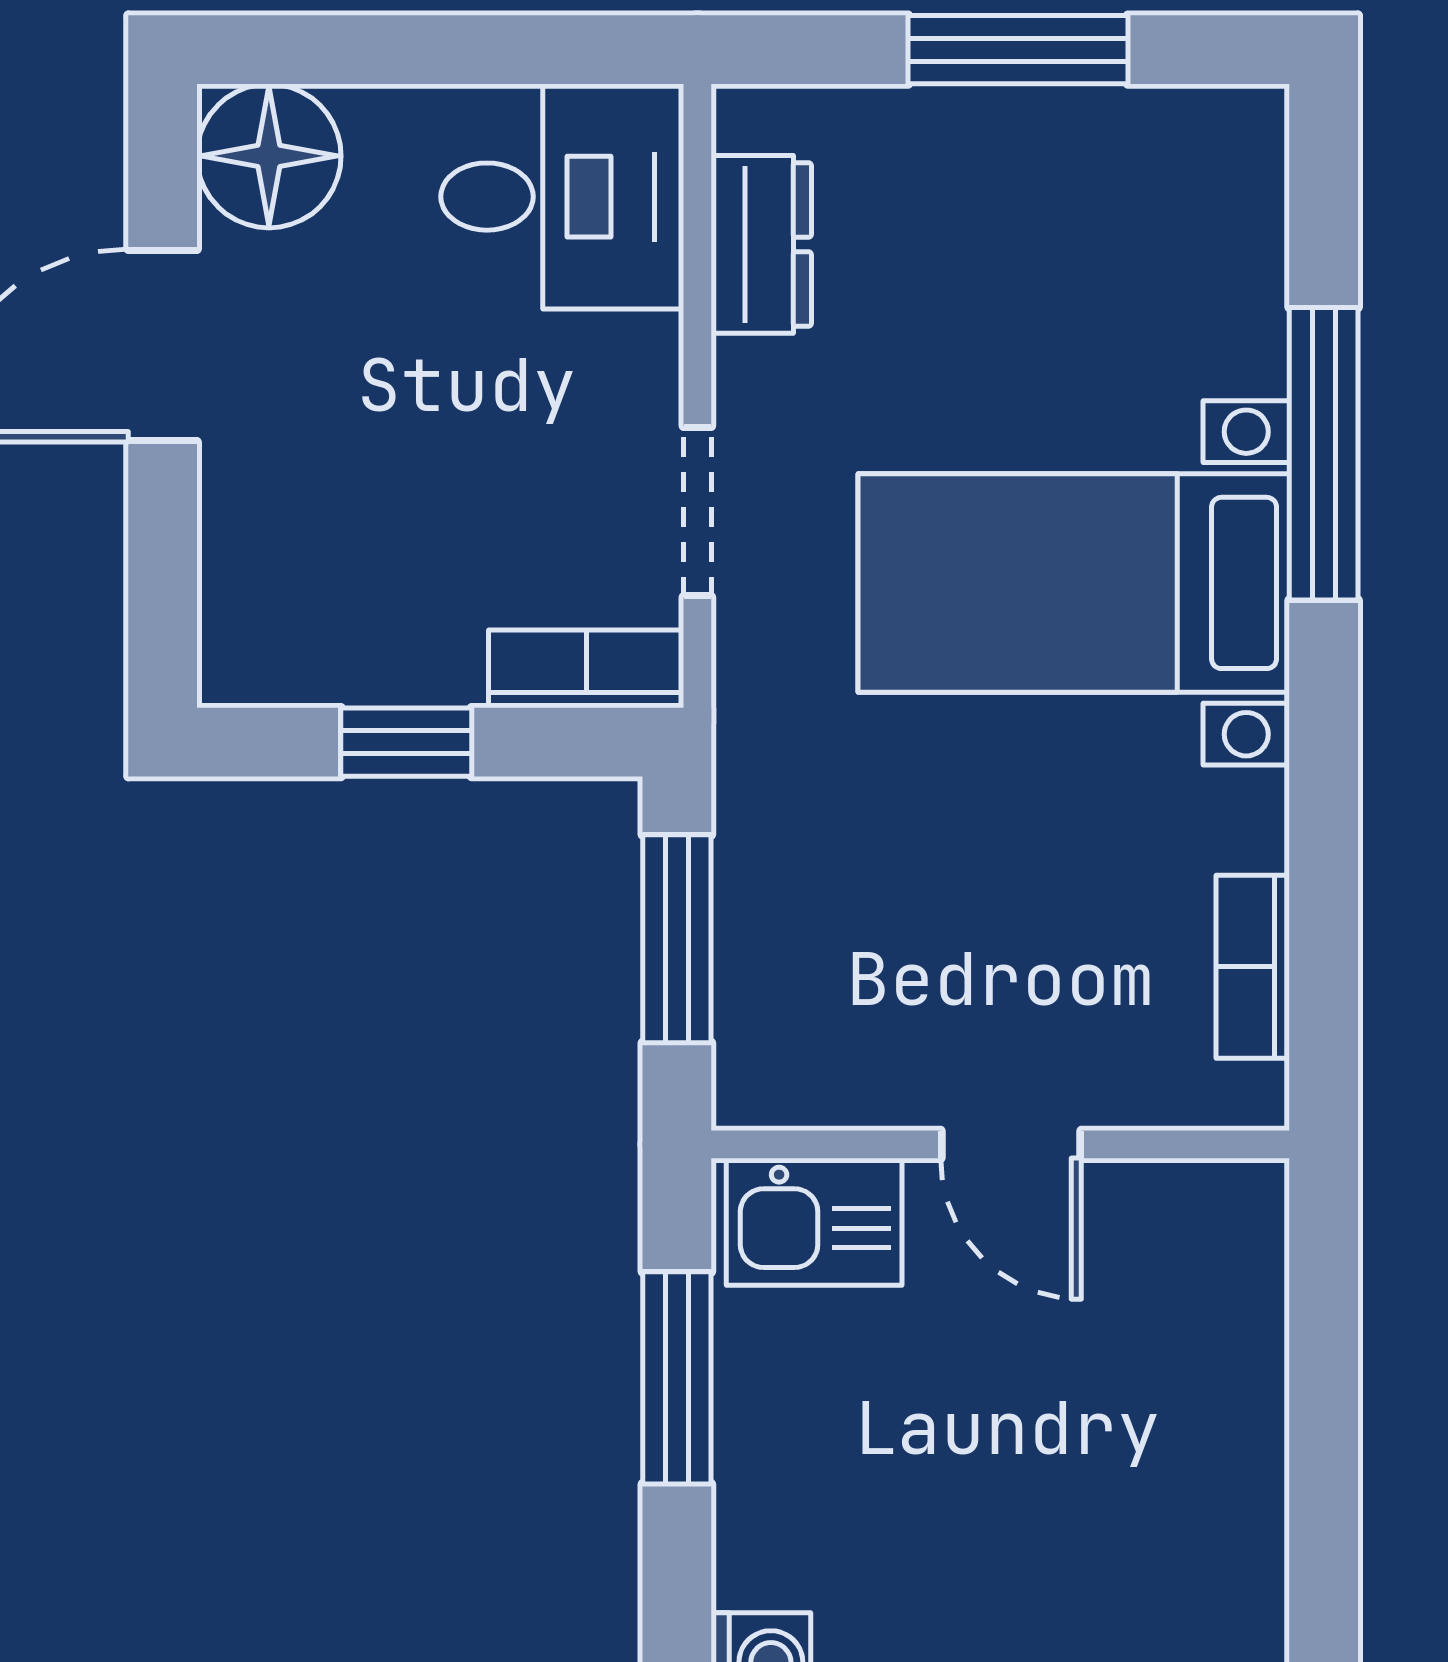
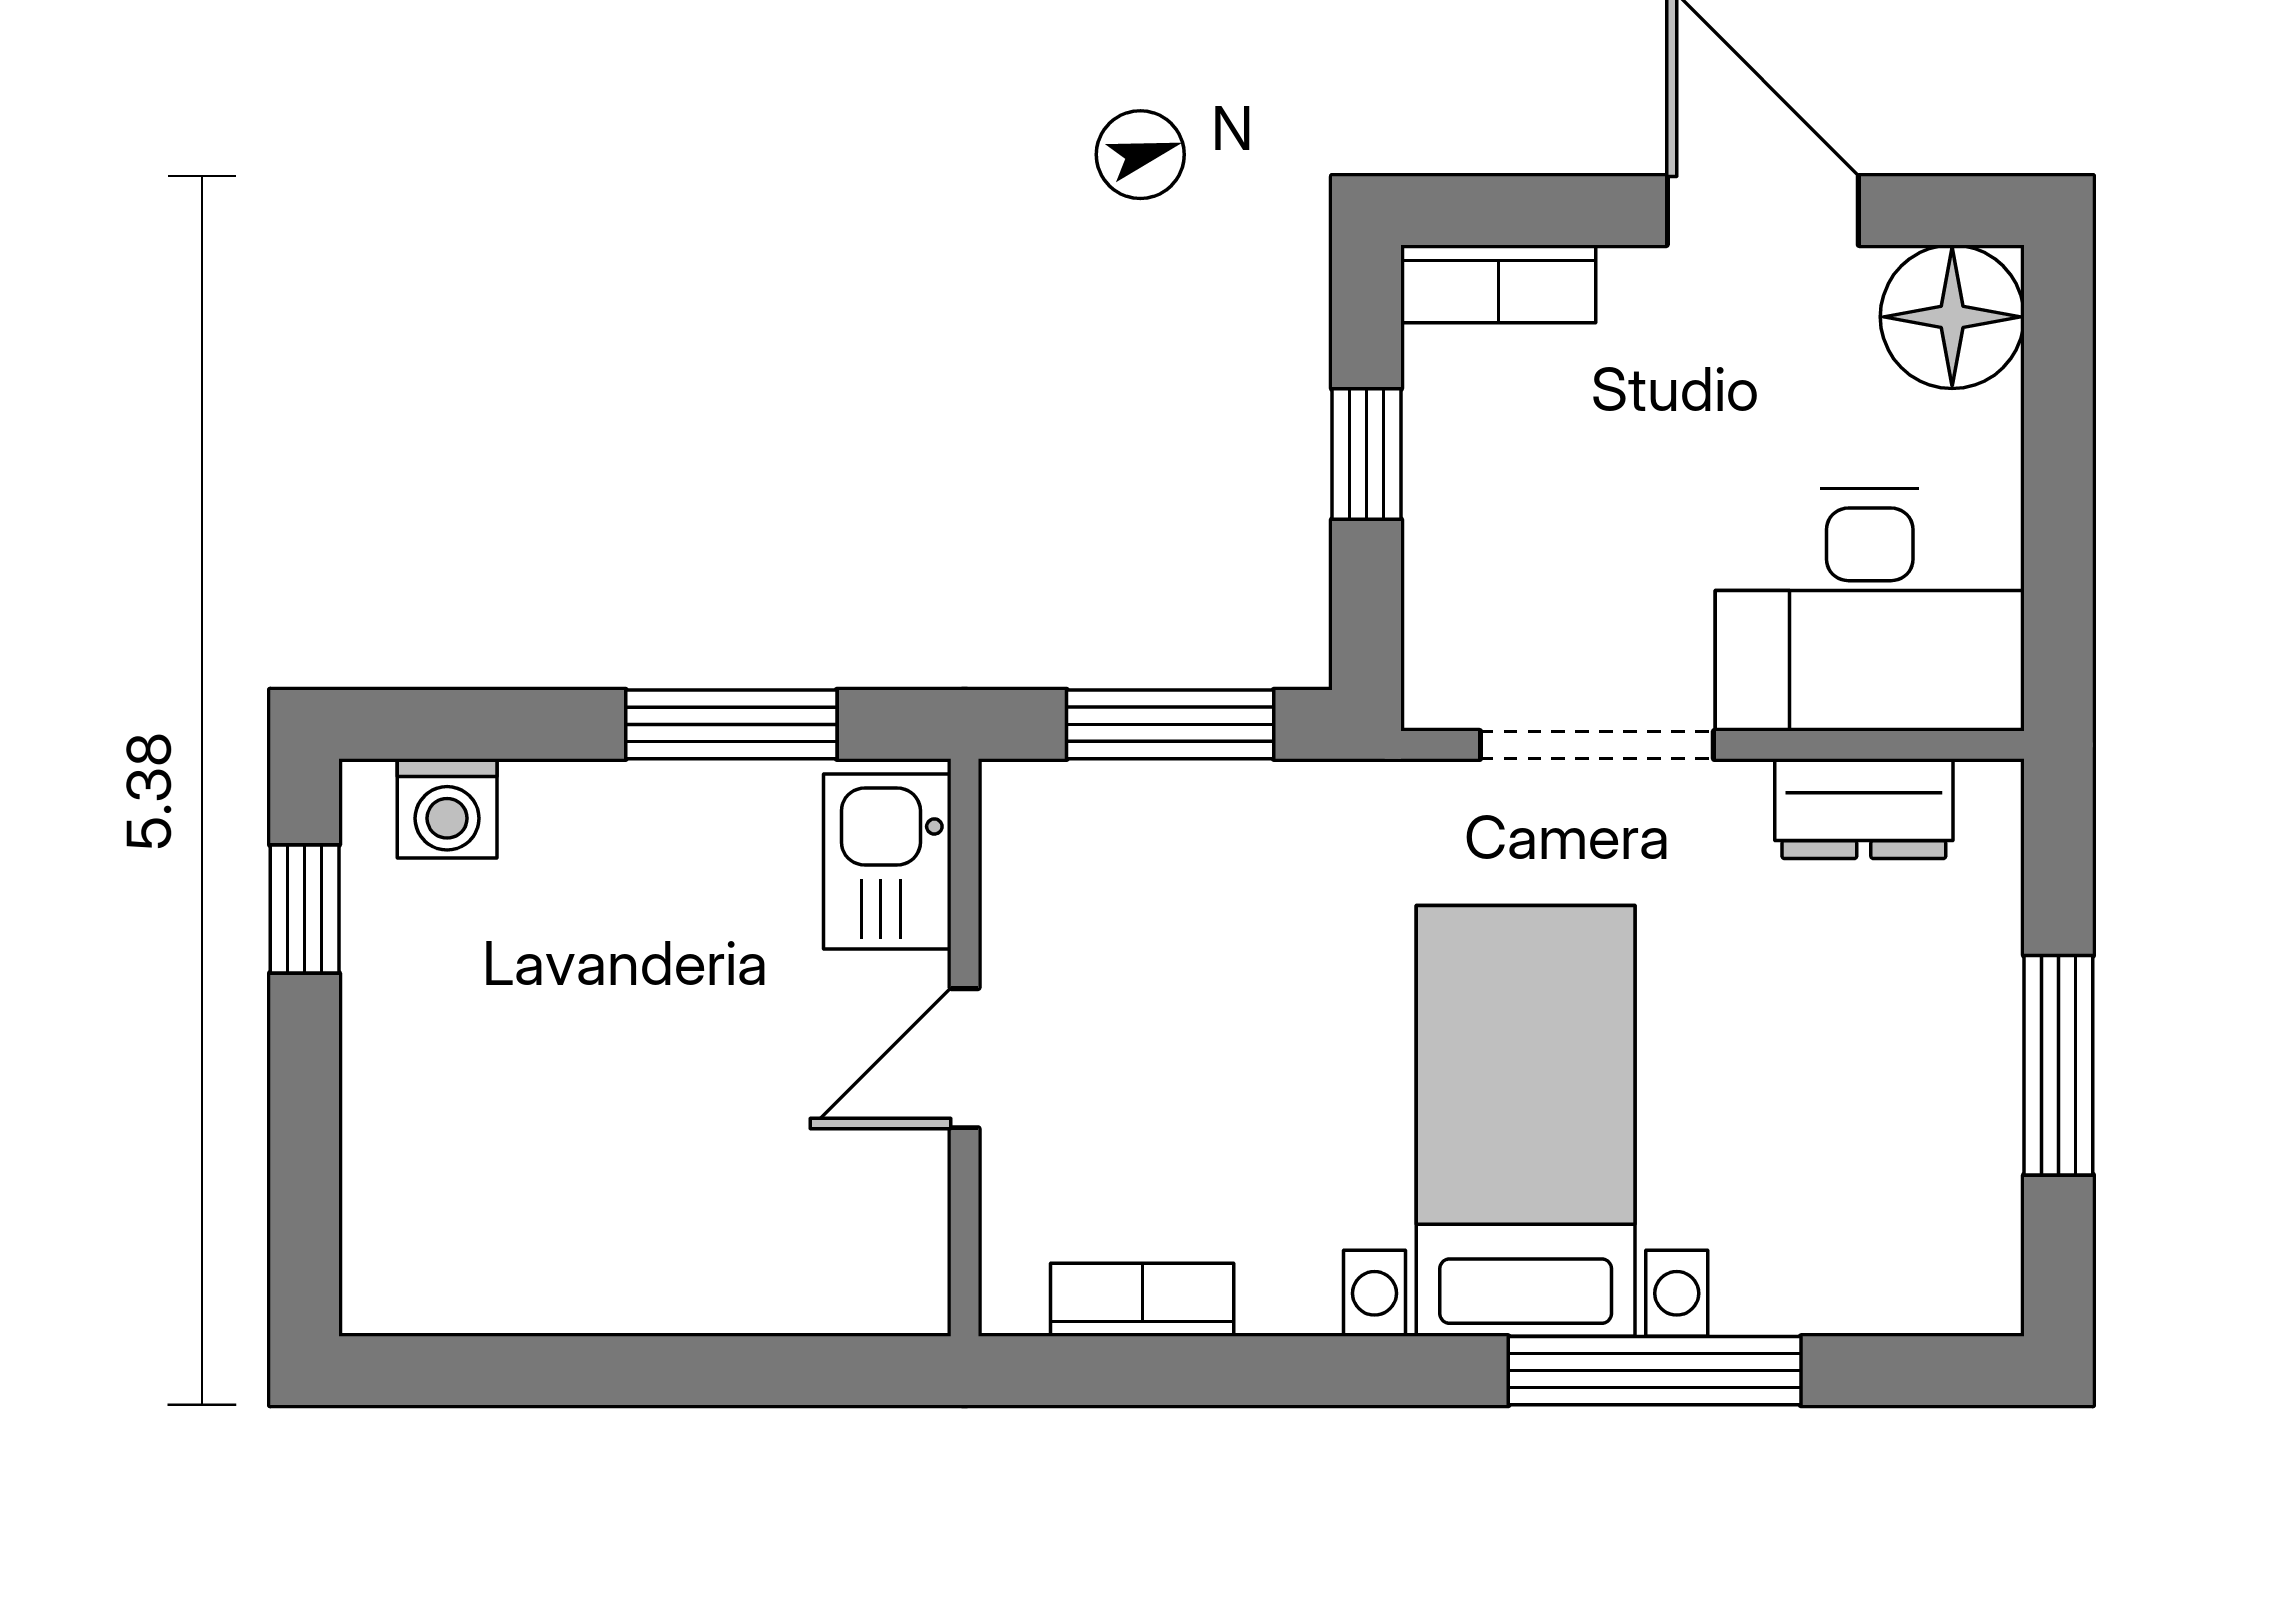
desk: (562, 197) -> (1870, 610), width x1.37
doorway: (697, 512) -> (1597, 745), width x1.38
bookcase: (586, 669) -> (1498, 284), moved, turned 90

